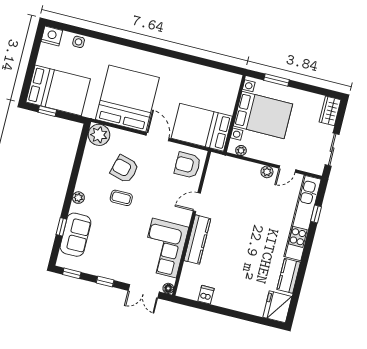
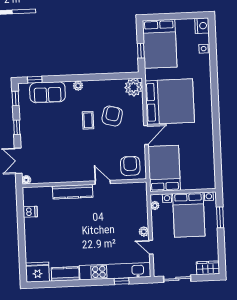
window: (47, 111) -> (141, 51), moved
window: (61, 227) -> (35, 80), moved
corner sofa: (164, 248) -> (58, 167), removed

